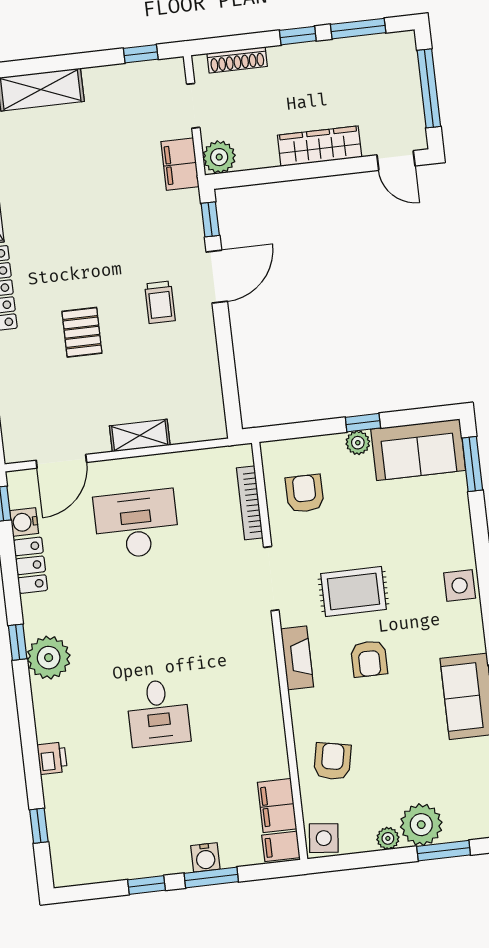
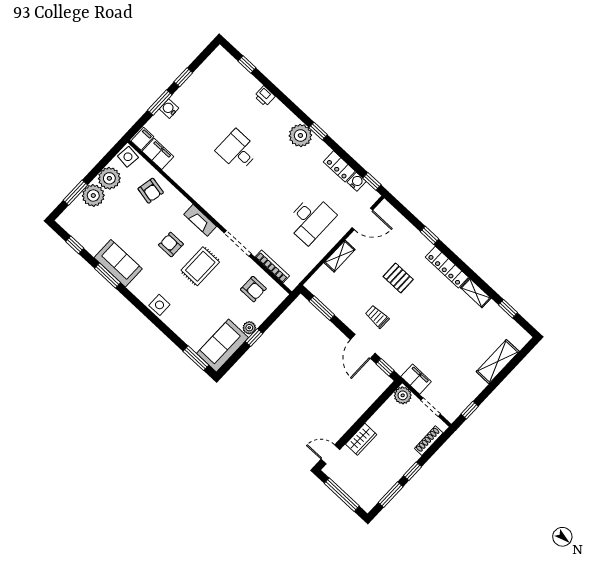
wardrobe: (320, 146) -> (361, 439), width x0.67
window: (229, 382) -> (322, 308), added
door: (61, 461) -> (362, 219), swing flipped
plant: (388, 838) -> (109, 178), width x1.87, depth x1.87

